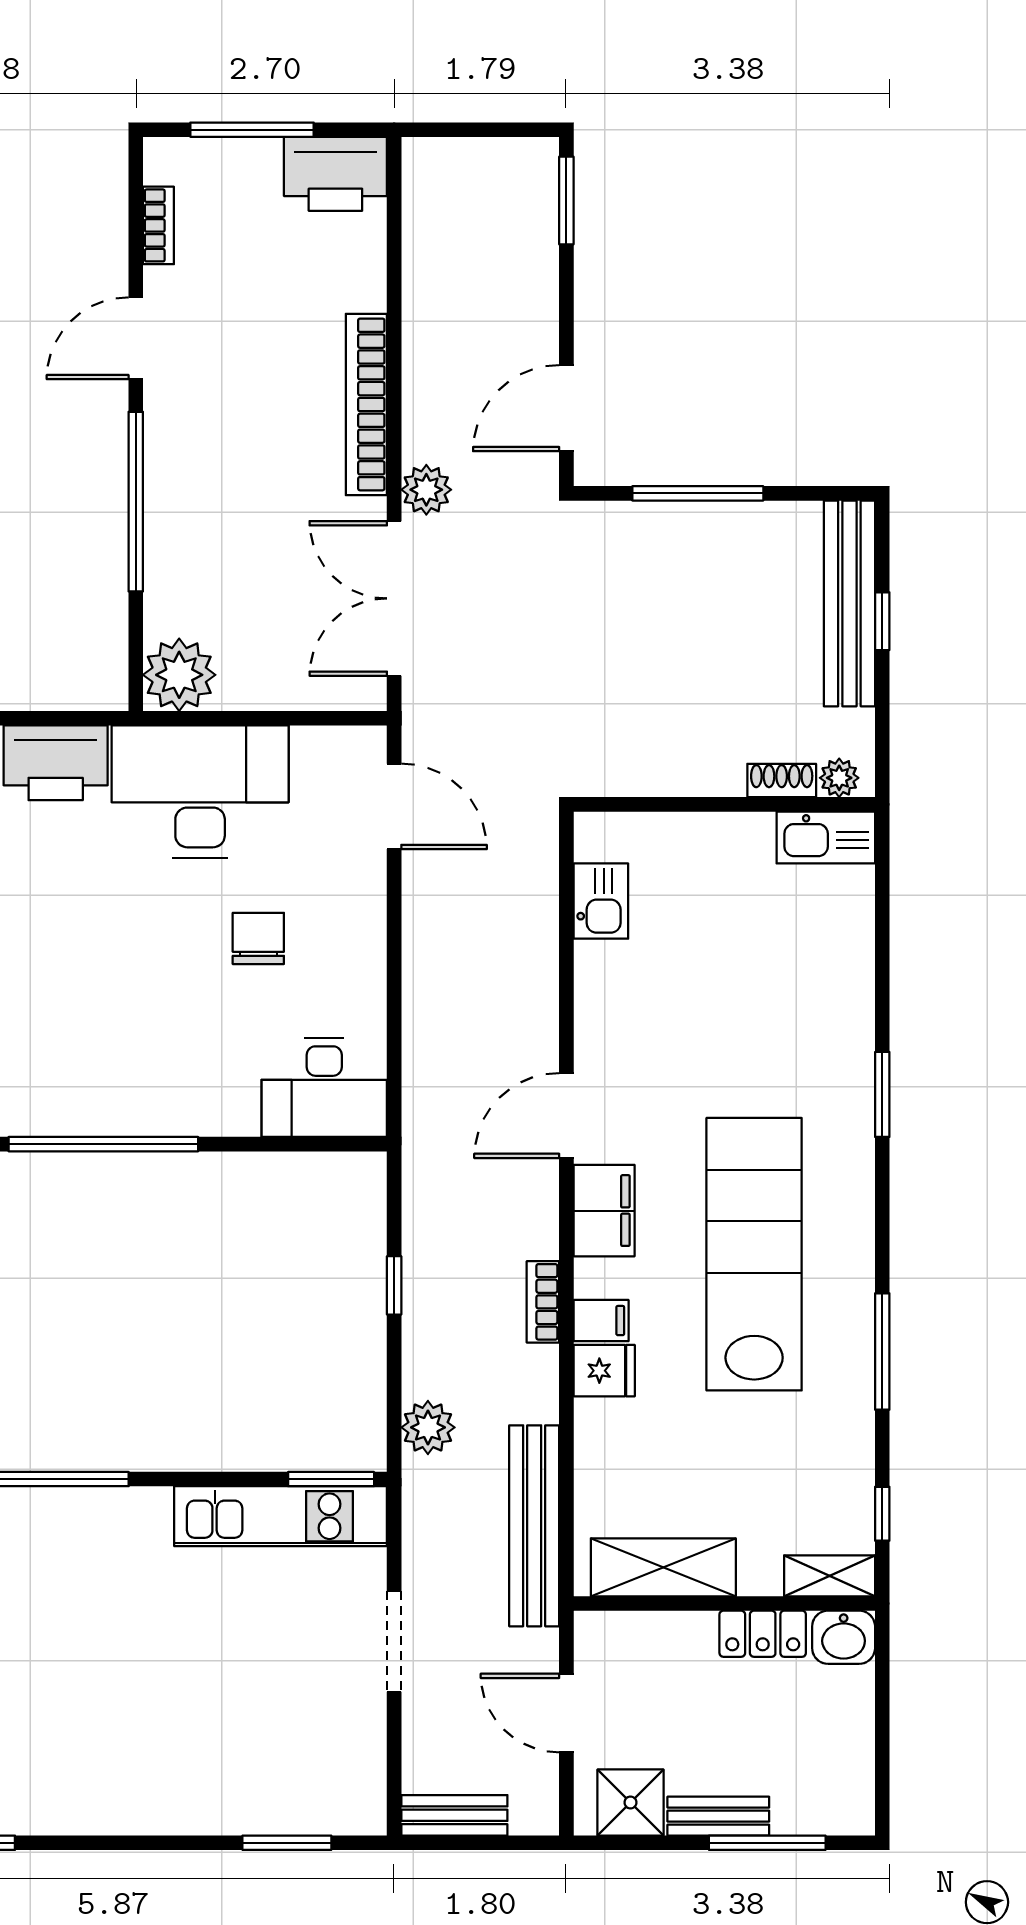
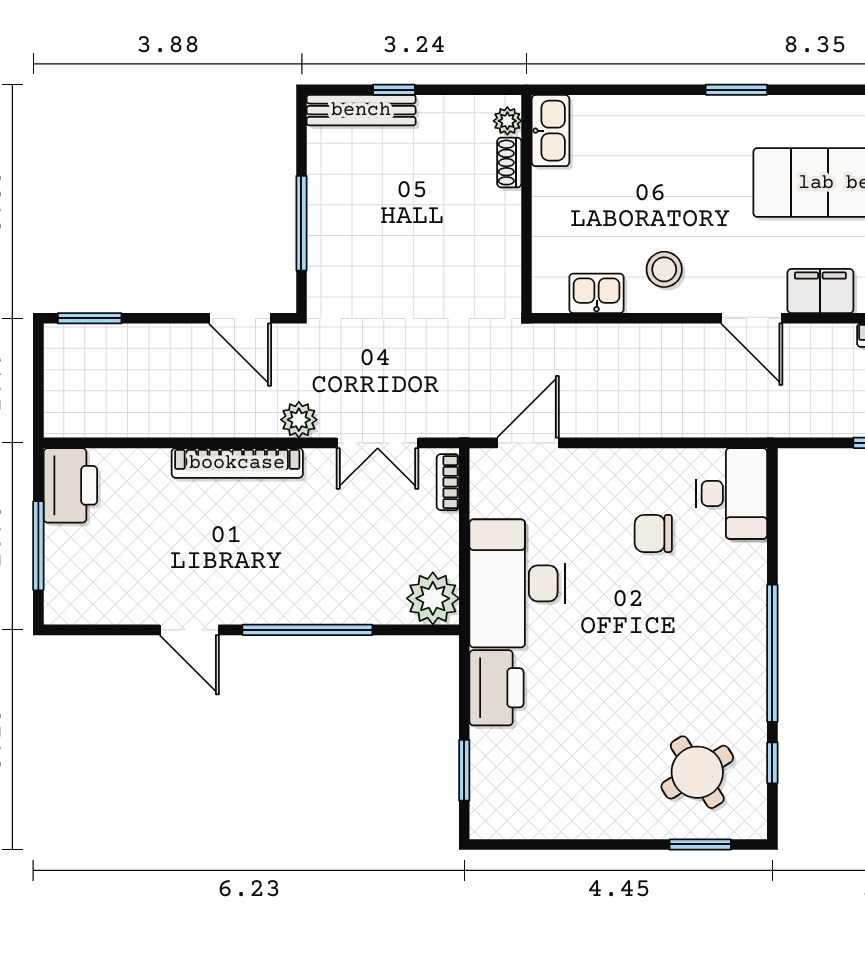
bookcase: (158, 225) -> (448, 482), moved, turned -90
double door: (394, 598) -> (378, 443), width x0.73
bench: (849, 603) -> (361, 110), width x0.73, depth x0.82
chair: (258, 938) -> (653, 533), moved
stool: (634, 995) -> (664, 269), added

